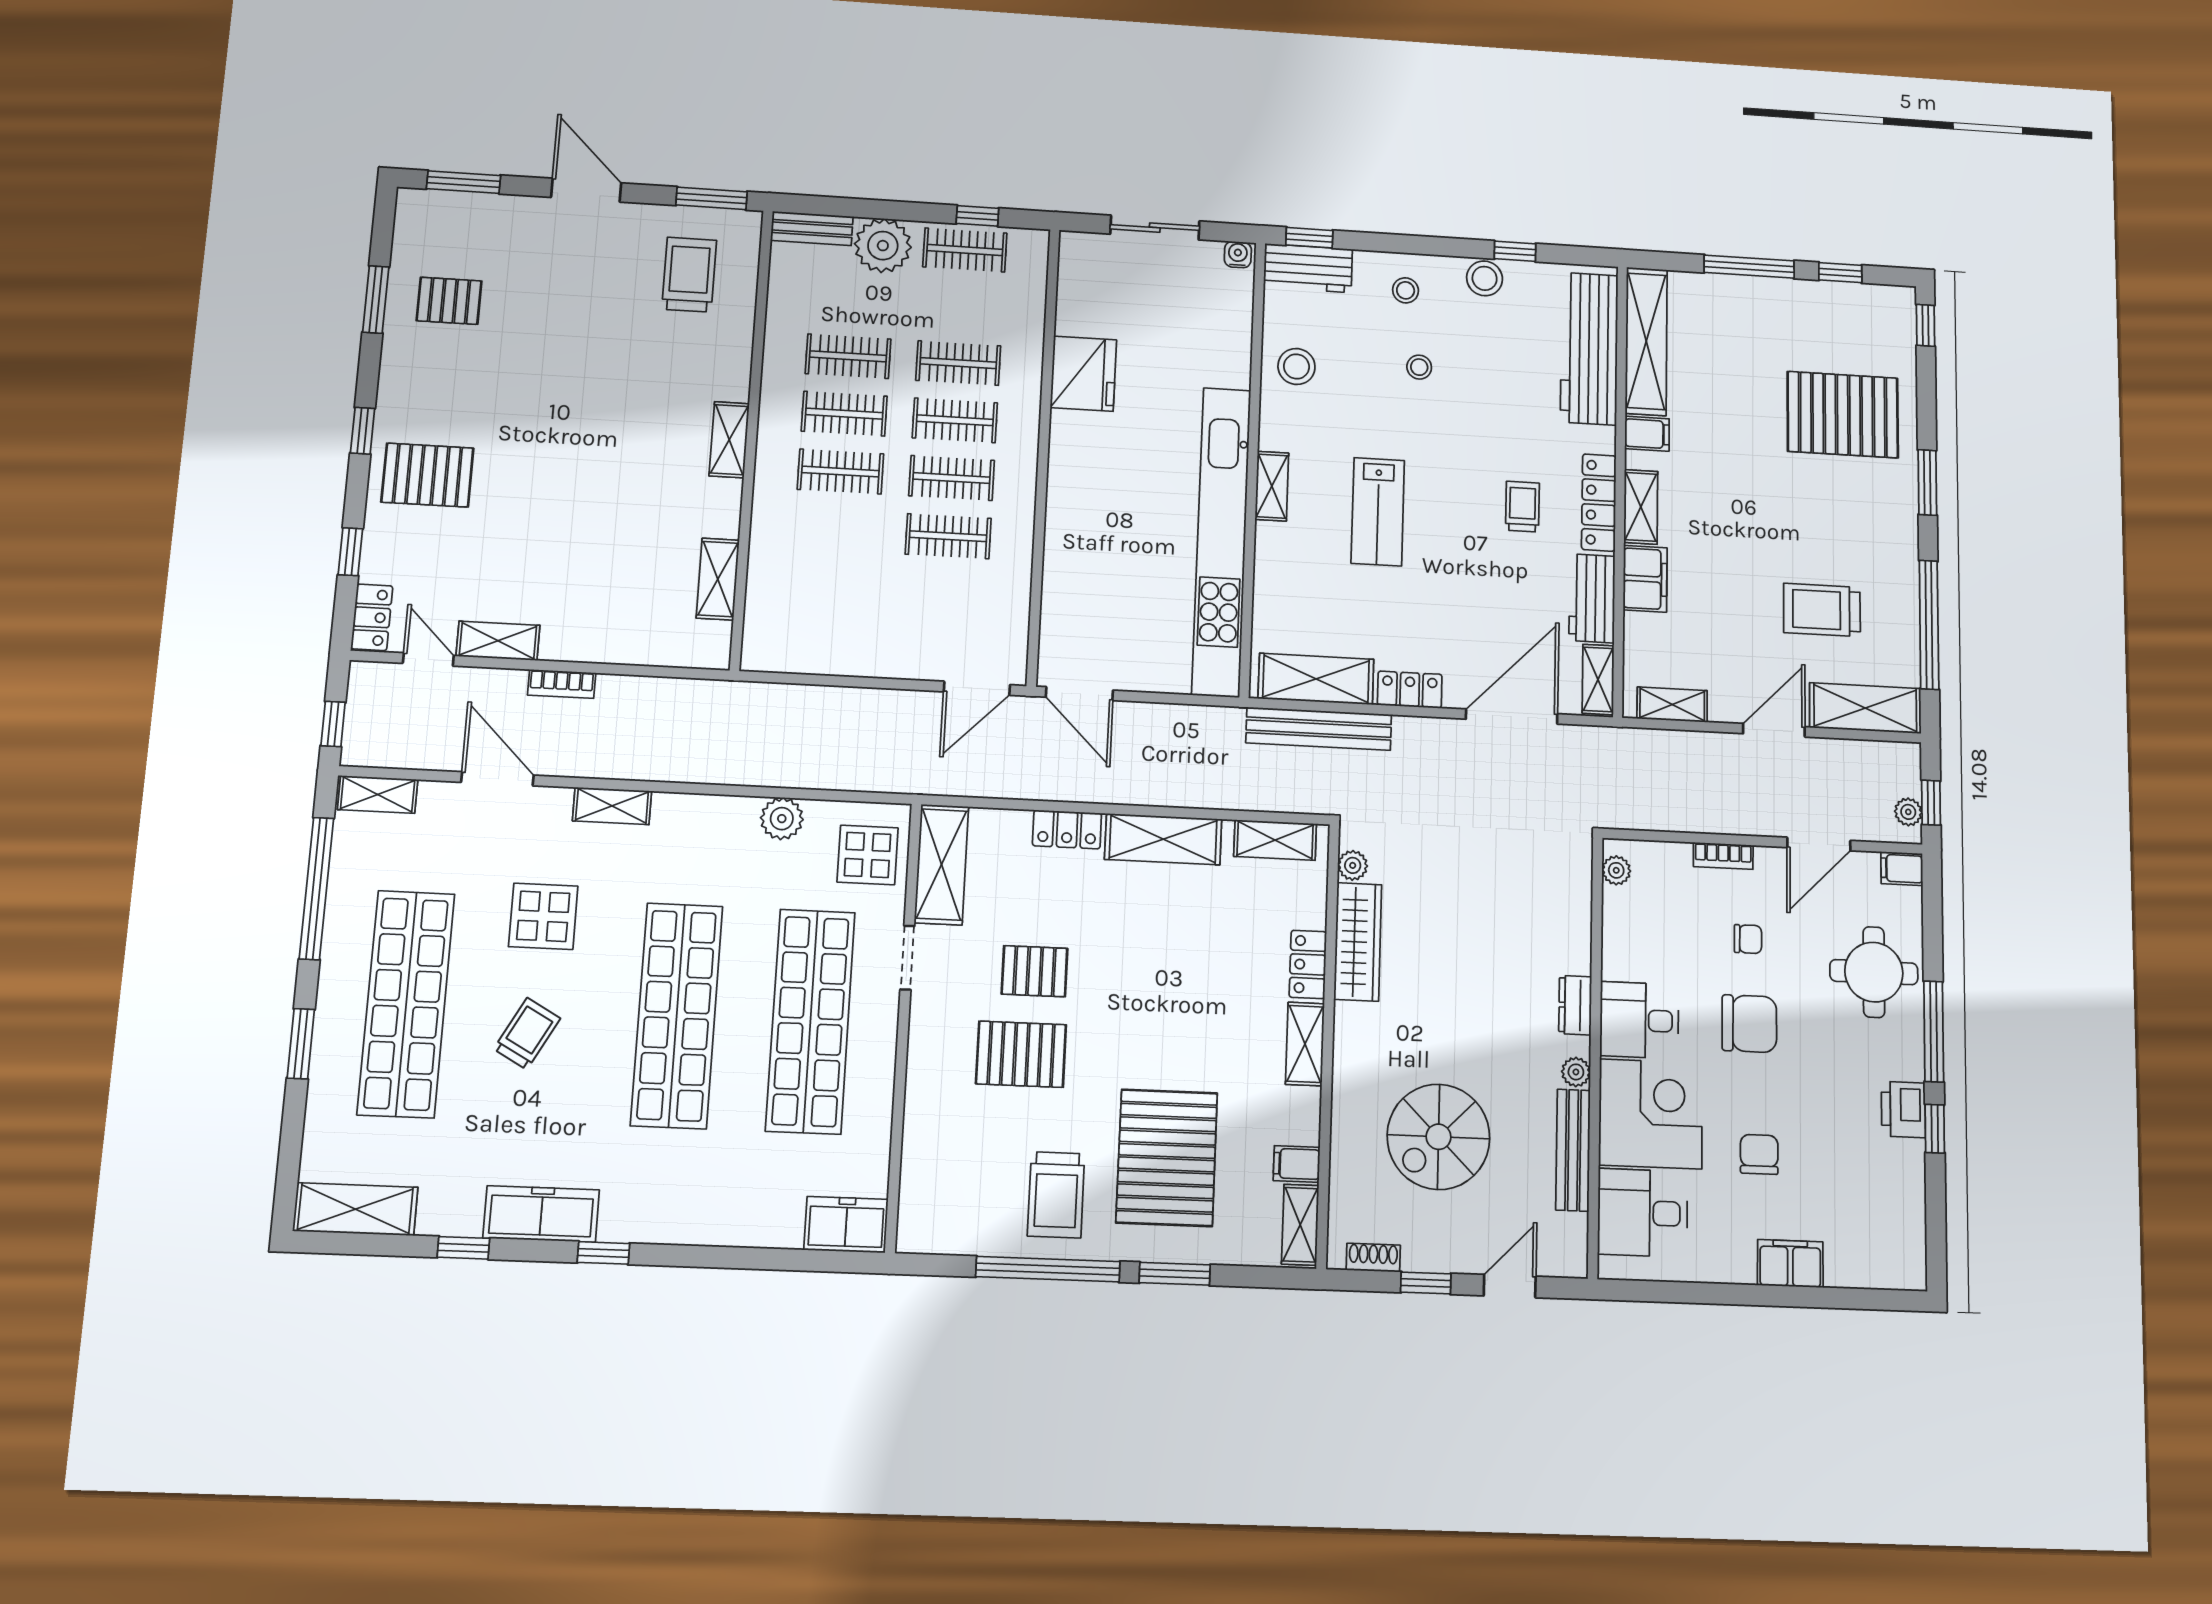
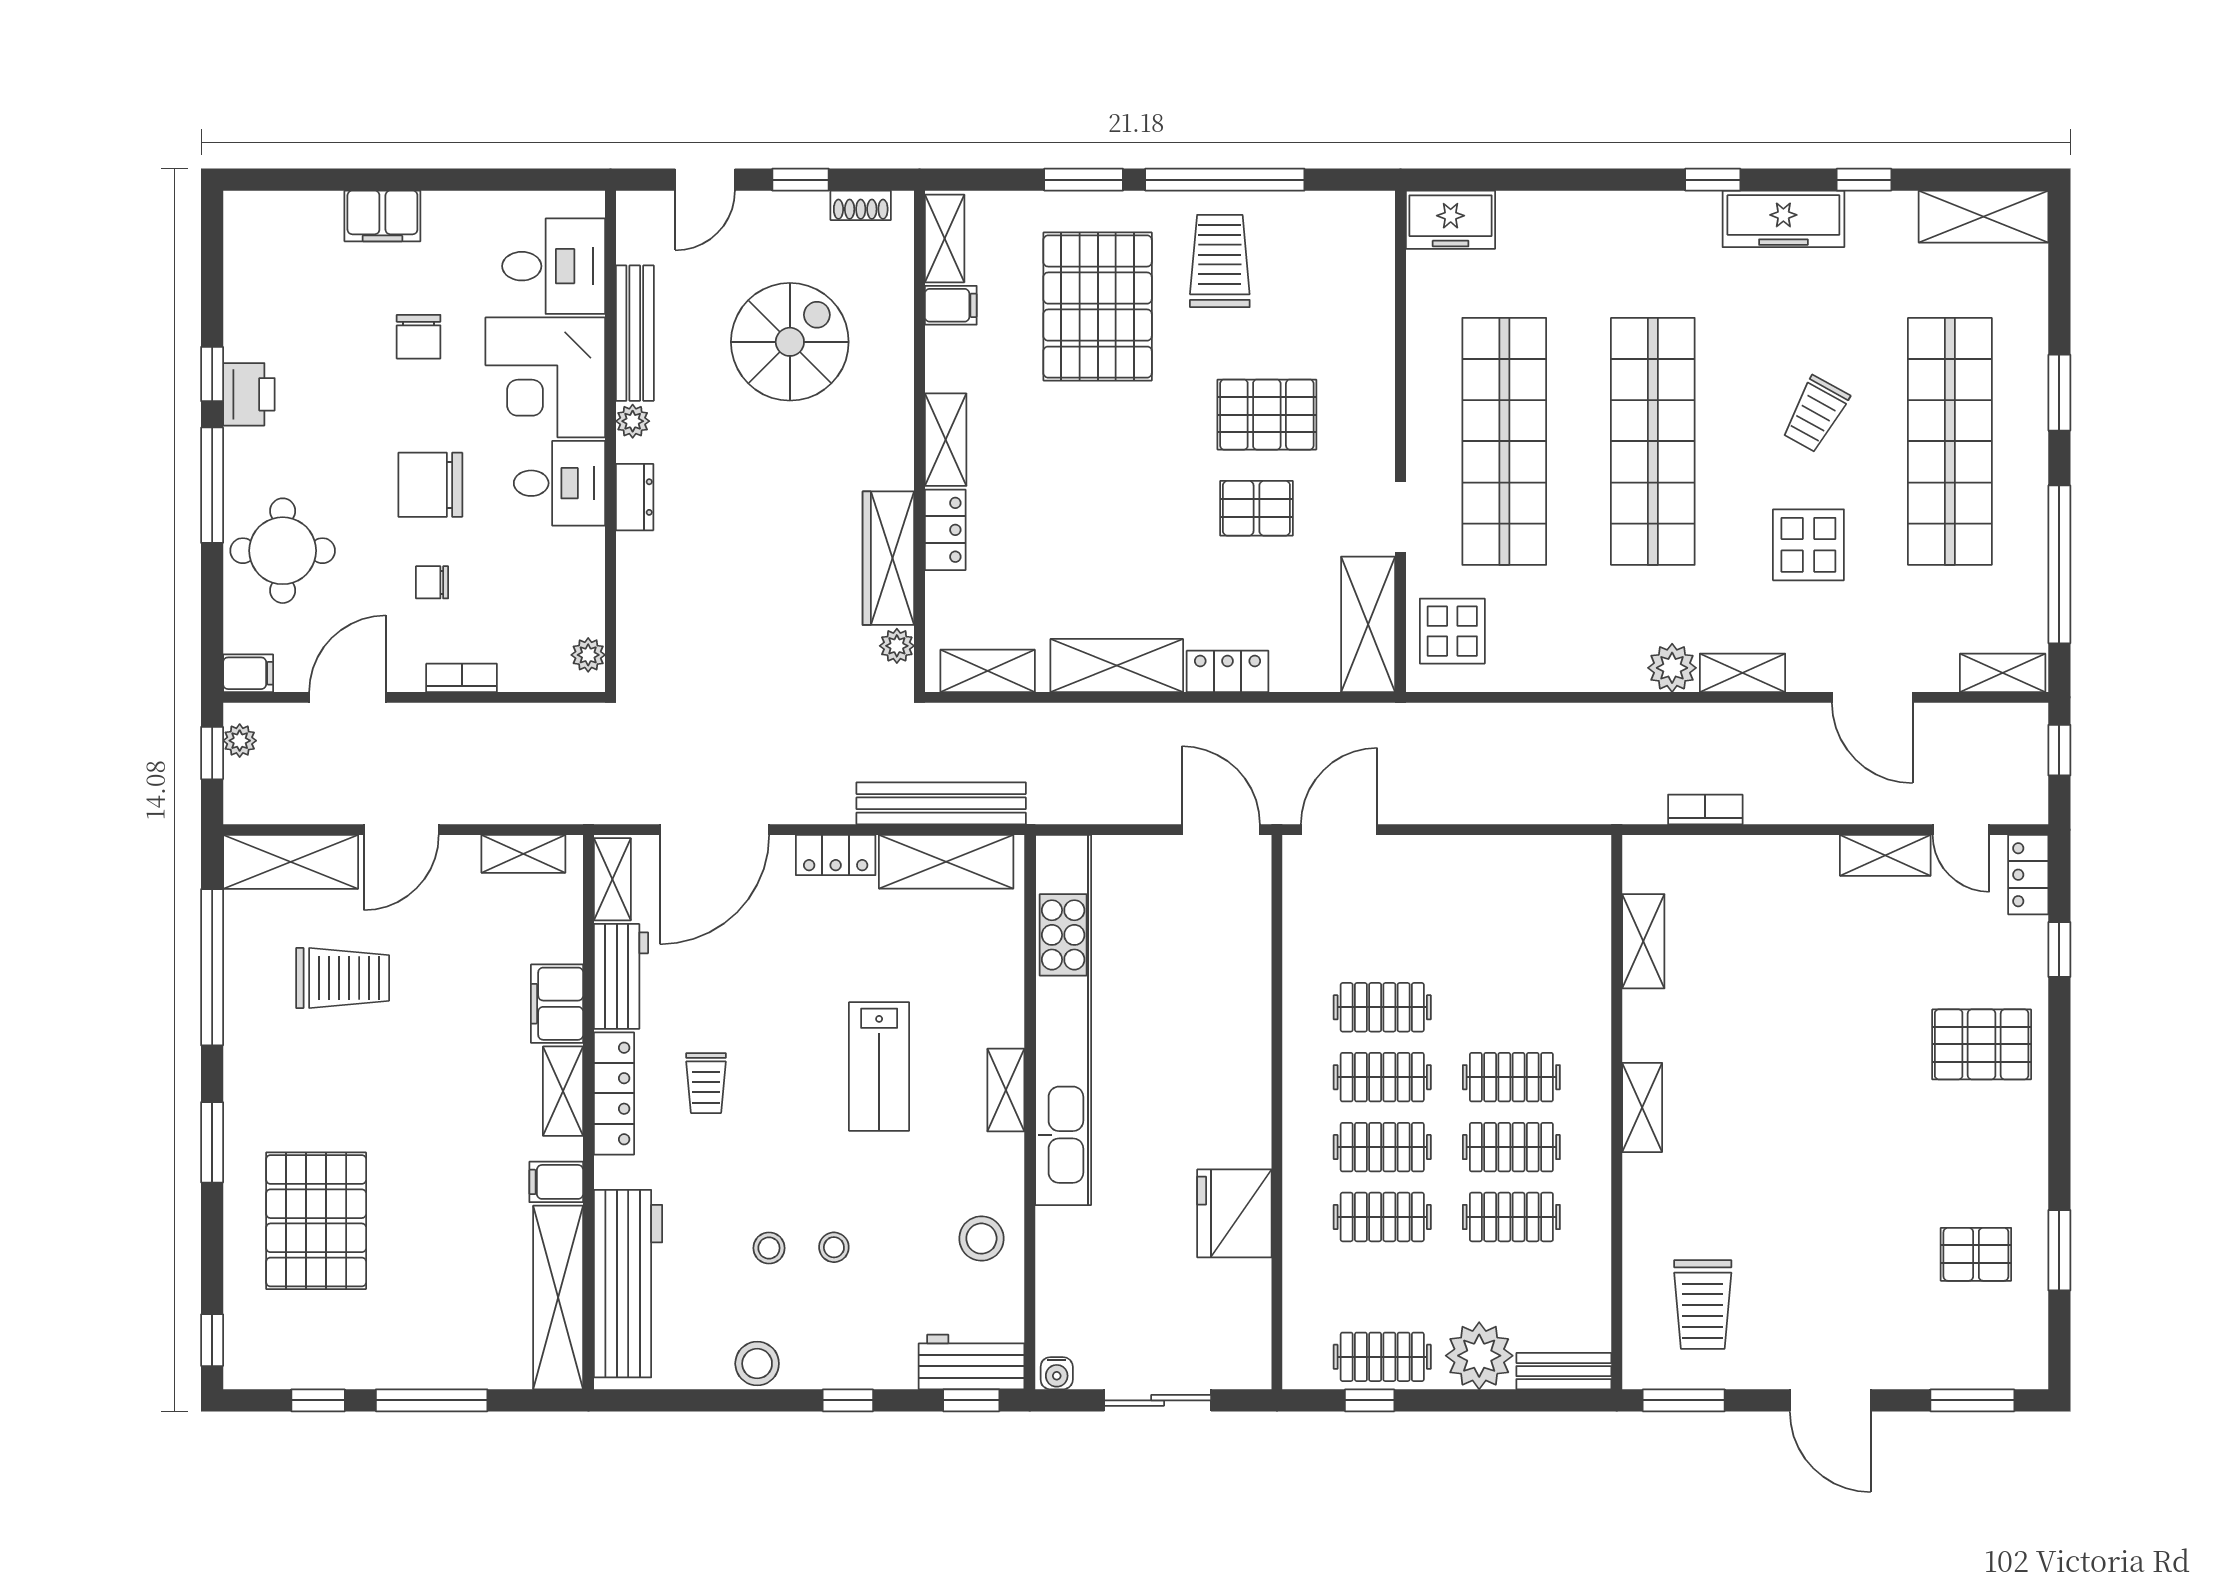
window: (1515, 251) -> (848, 1400), moved
stool: (1406, 290) -> (769, 1248), moved
pallet: (1843, 415) -> (316, 1221), turned 90
window: (363, 431) -> (2059, 1092), removed
lab bench: (1378, 512) -> (879, 1067), turned 180
bookcase: (562, 684) -> (1705, 809), moved
plant: (782, 819) -> (1672, 668), moved

